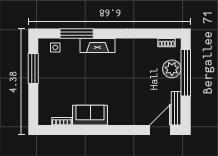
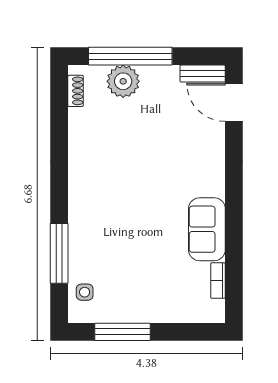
fireplace: (98, 45) -> (81, 216), removed
bench: (176, 108) -> (203, 74), width x0.73

